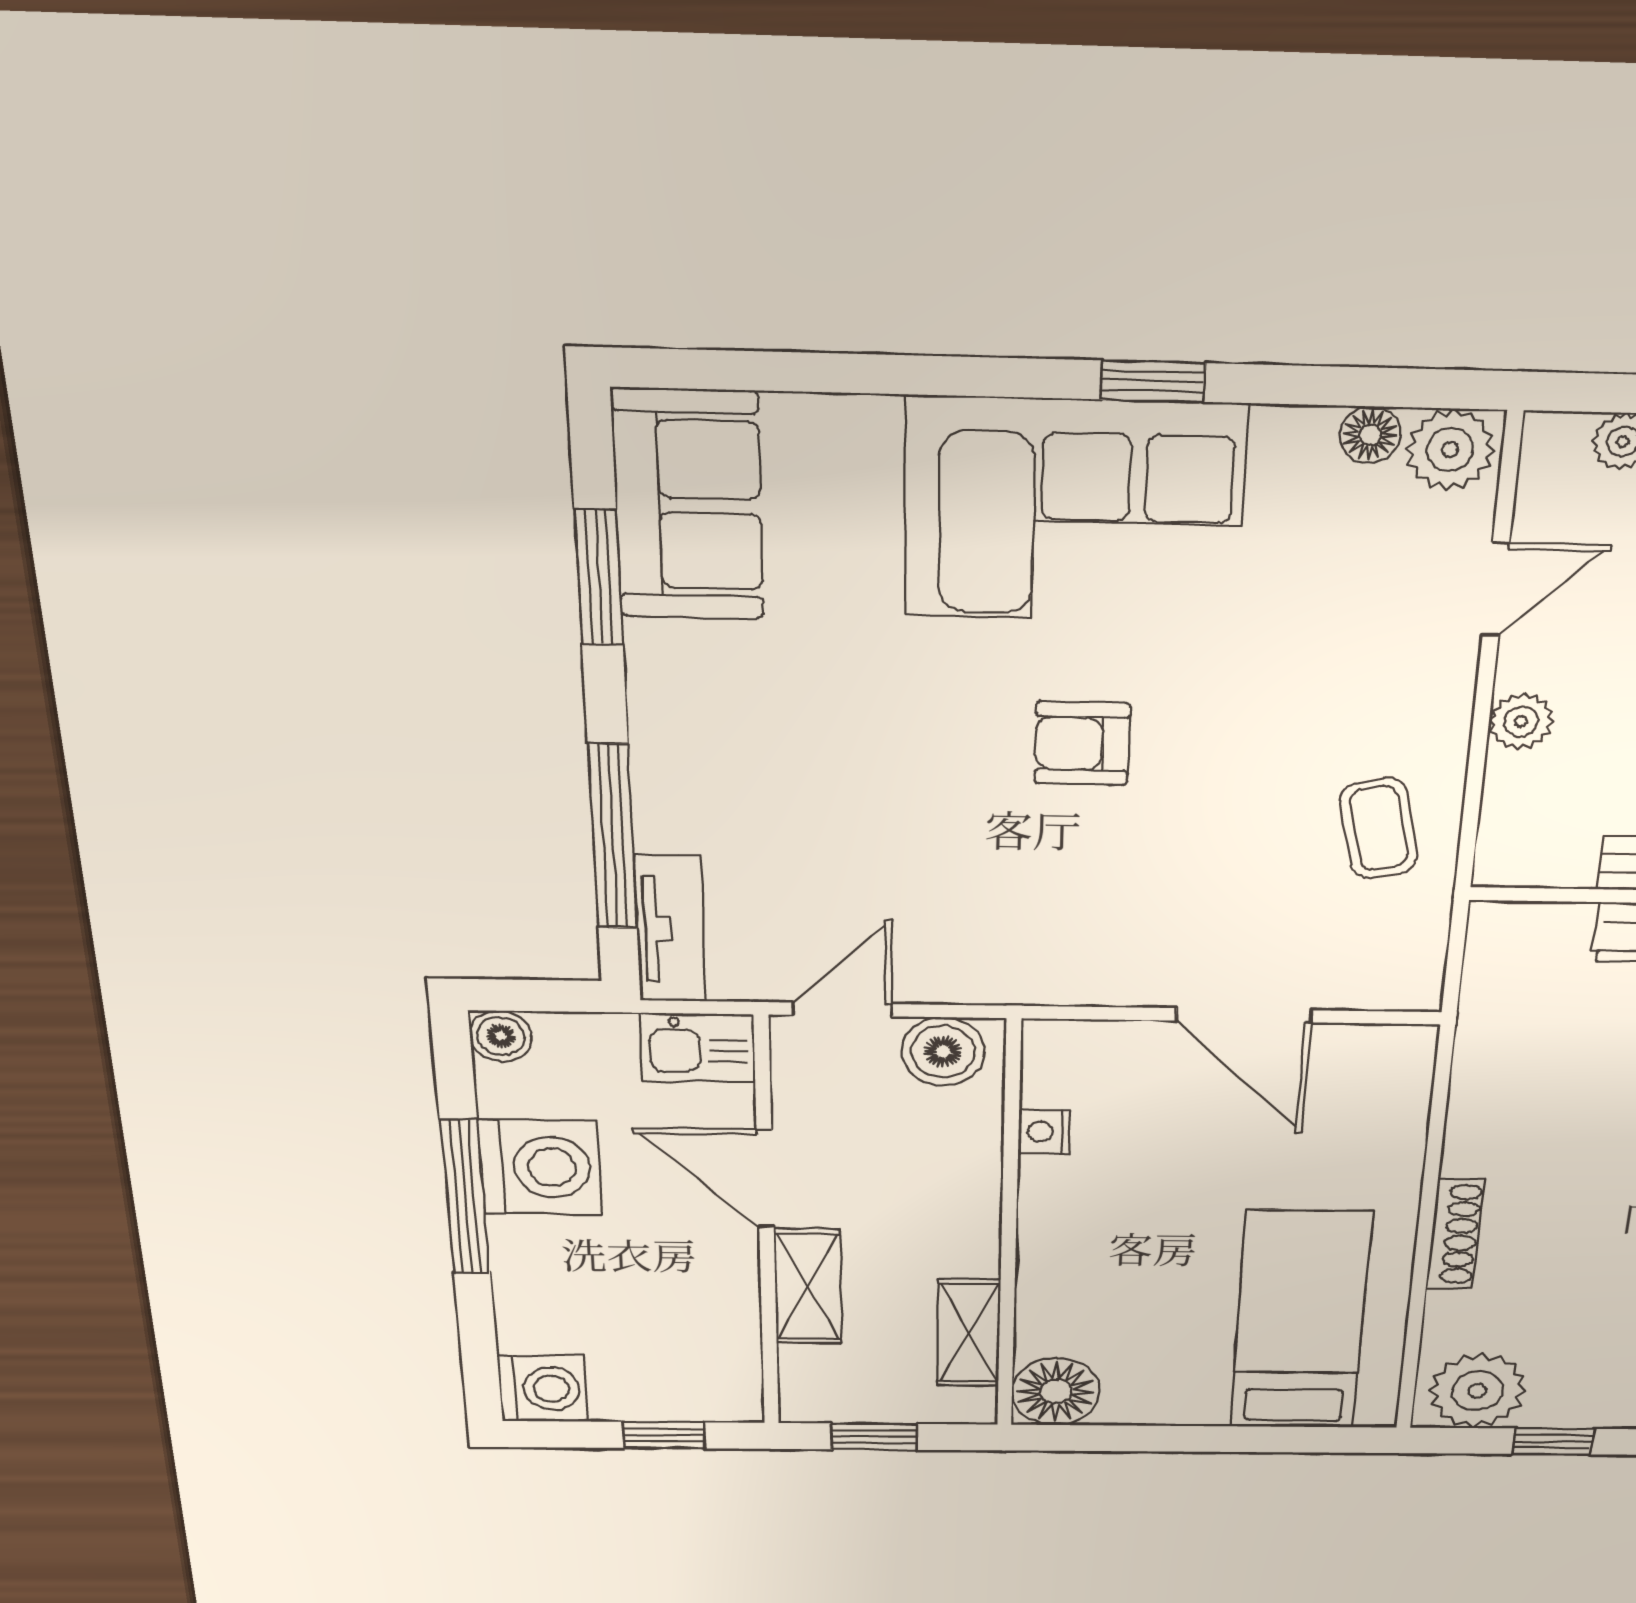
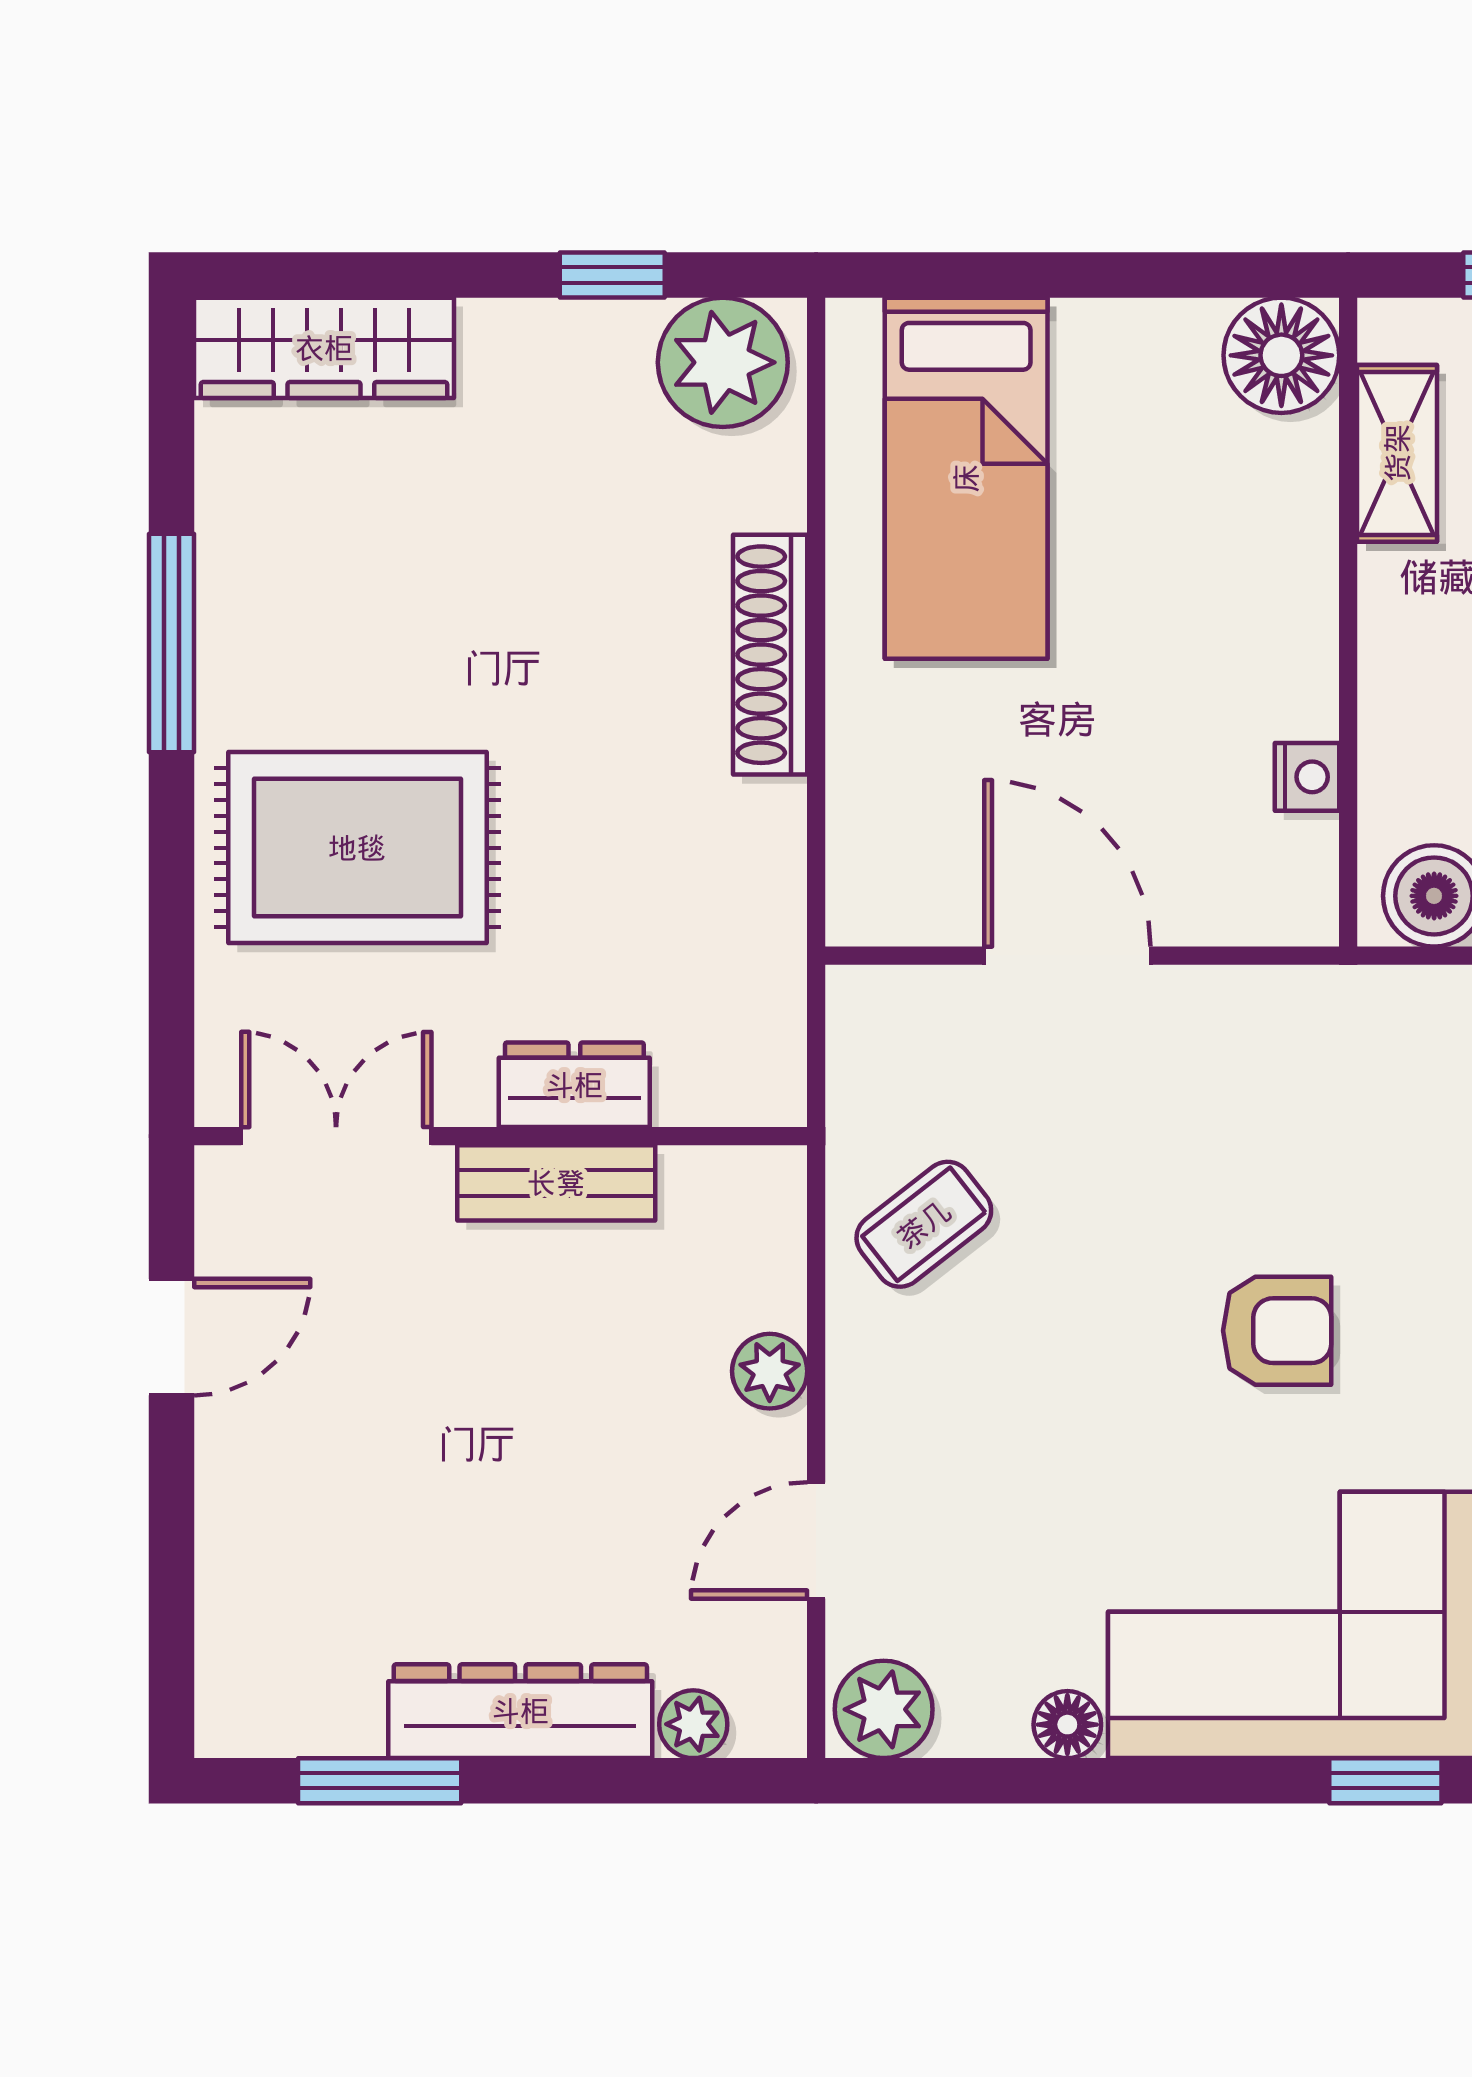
window: (1153, 381) -> (1385, 1781), moved
floor lamp: (1370, 435) -> (1067, 1725), moved
coffee table: (1379, 828) -> (924, 1224), turned 65
shoe rack: (1455, 1234) -> (770, 655), width x1.36, depth x1.24

